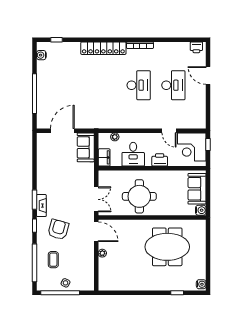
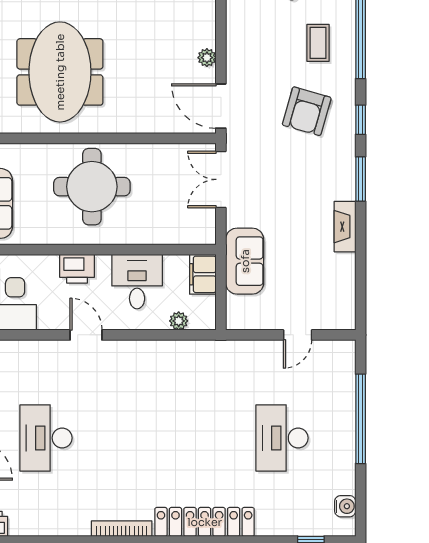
desk: (139, 85) -> (282, 438), moved
door: (62, 131) -> (298, 335), width x0.53
door: (169, 131) -> (86, 335), moved
sofa: (86, 147) -> (245, 261), moved
round table: (139, 196) -> (92, 187), moved
fireplace: (41, 206) -> (345, 227), moved
meeting table: (167, 247) -> (60, 72), turned 90

